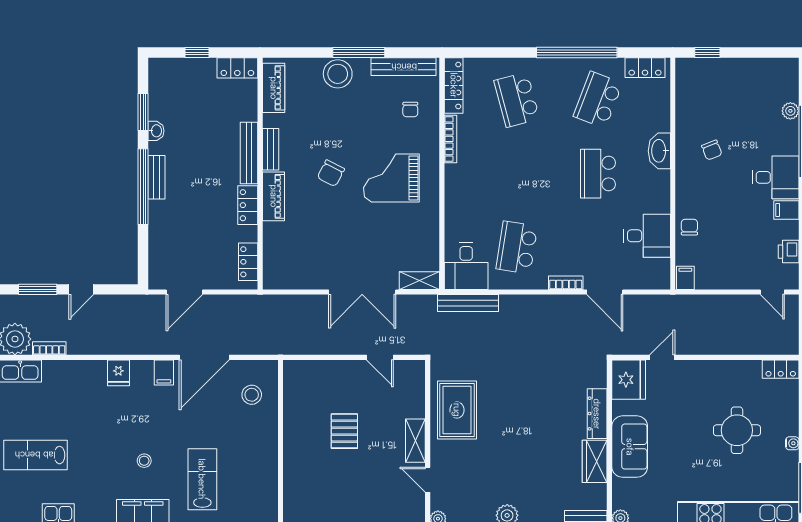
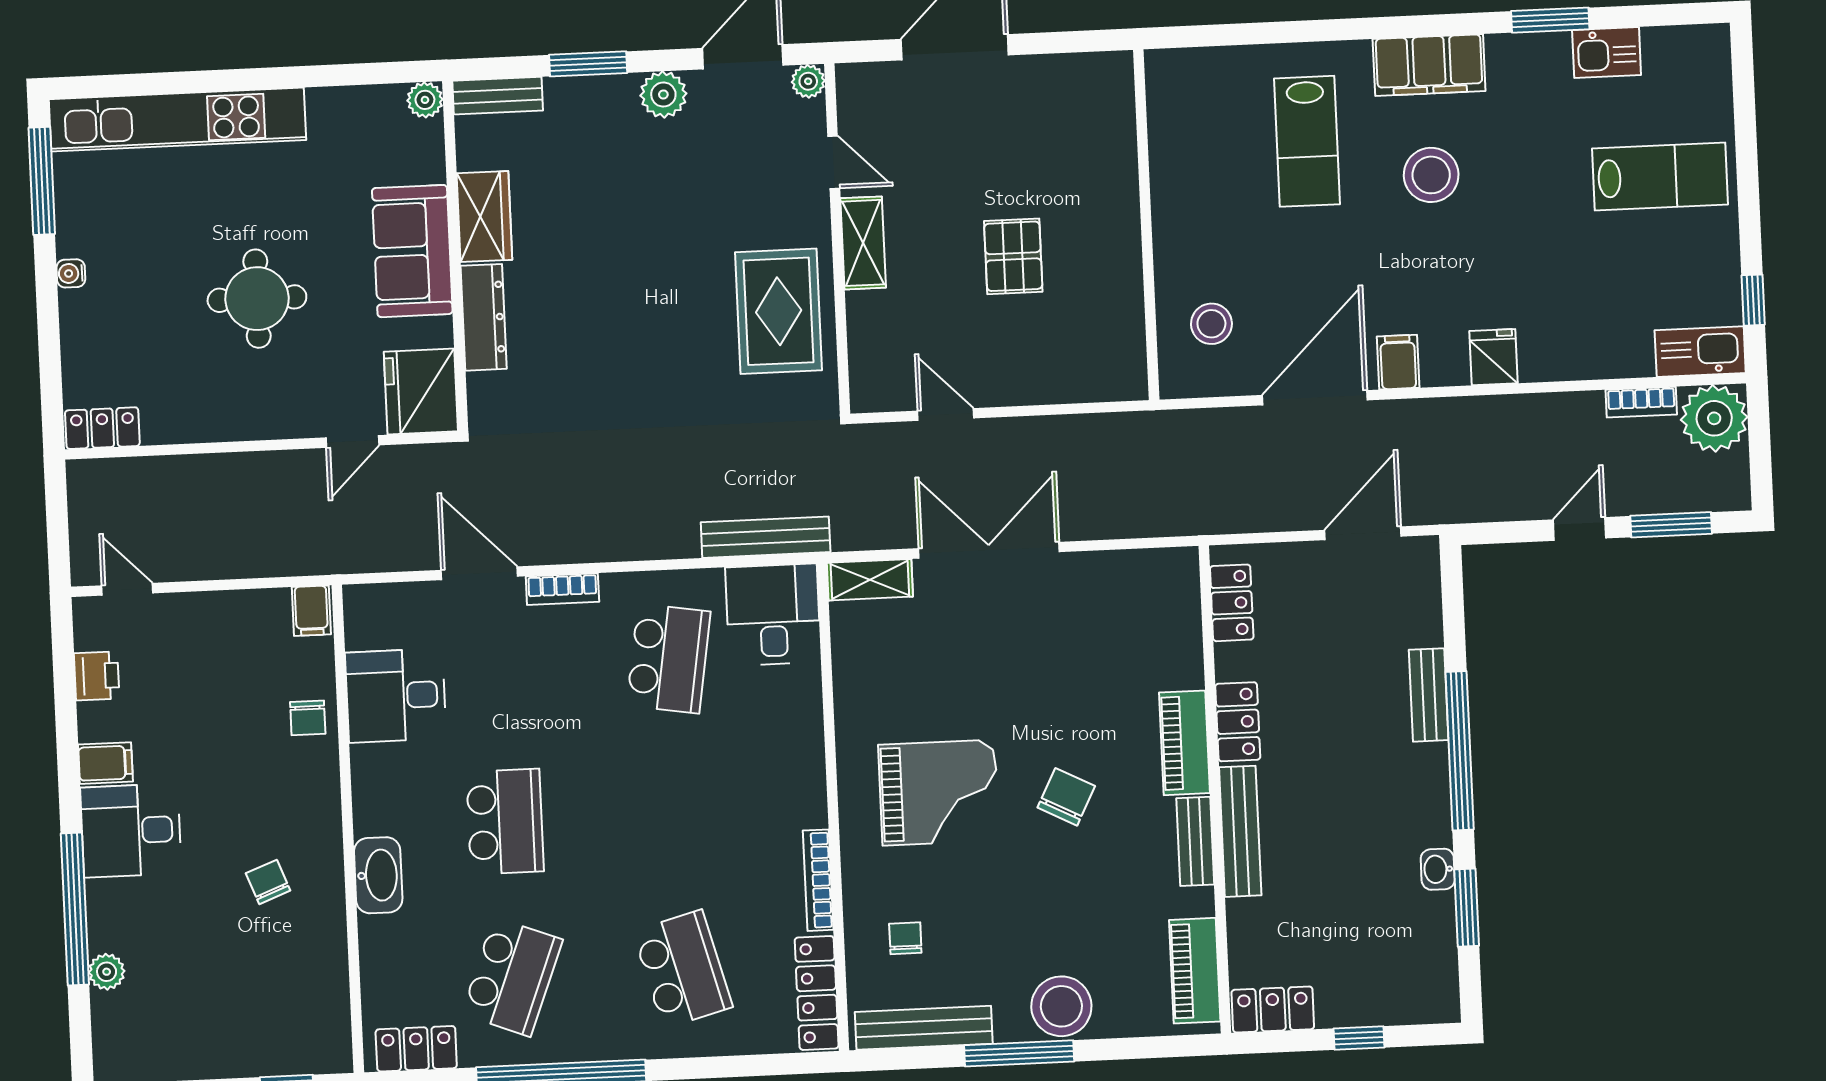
bench: (157, 177) -> (1429, 695), moved
round table: (737, 430) -> (257, 299), moved
stool: (144, 461) -> (1431, 175), width x1.89, depth x1.89

